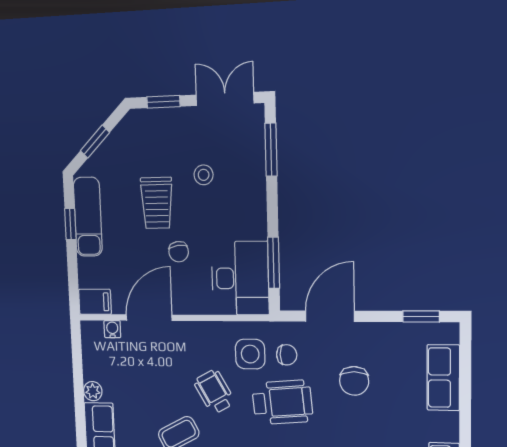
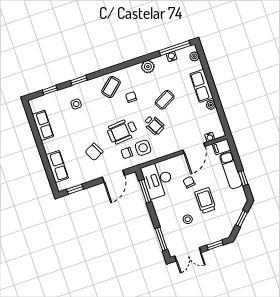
exam couch: (88, 217) -> (231, 170), moved
chair: (354, 381) -> (94, 152), turned -117

